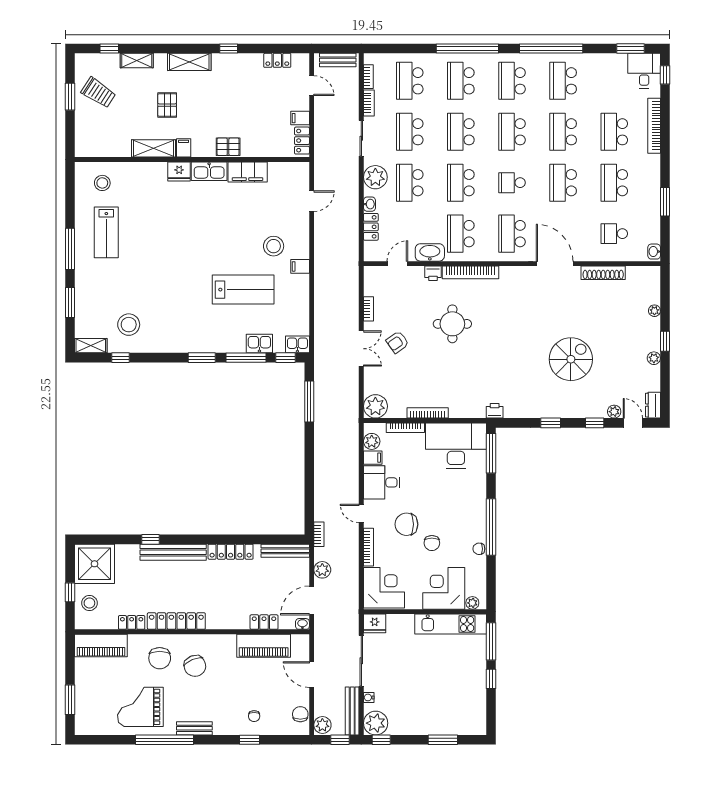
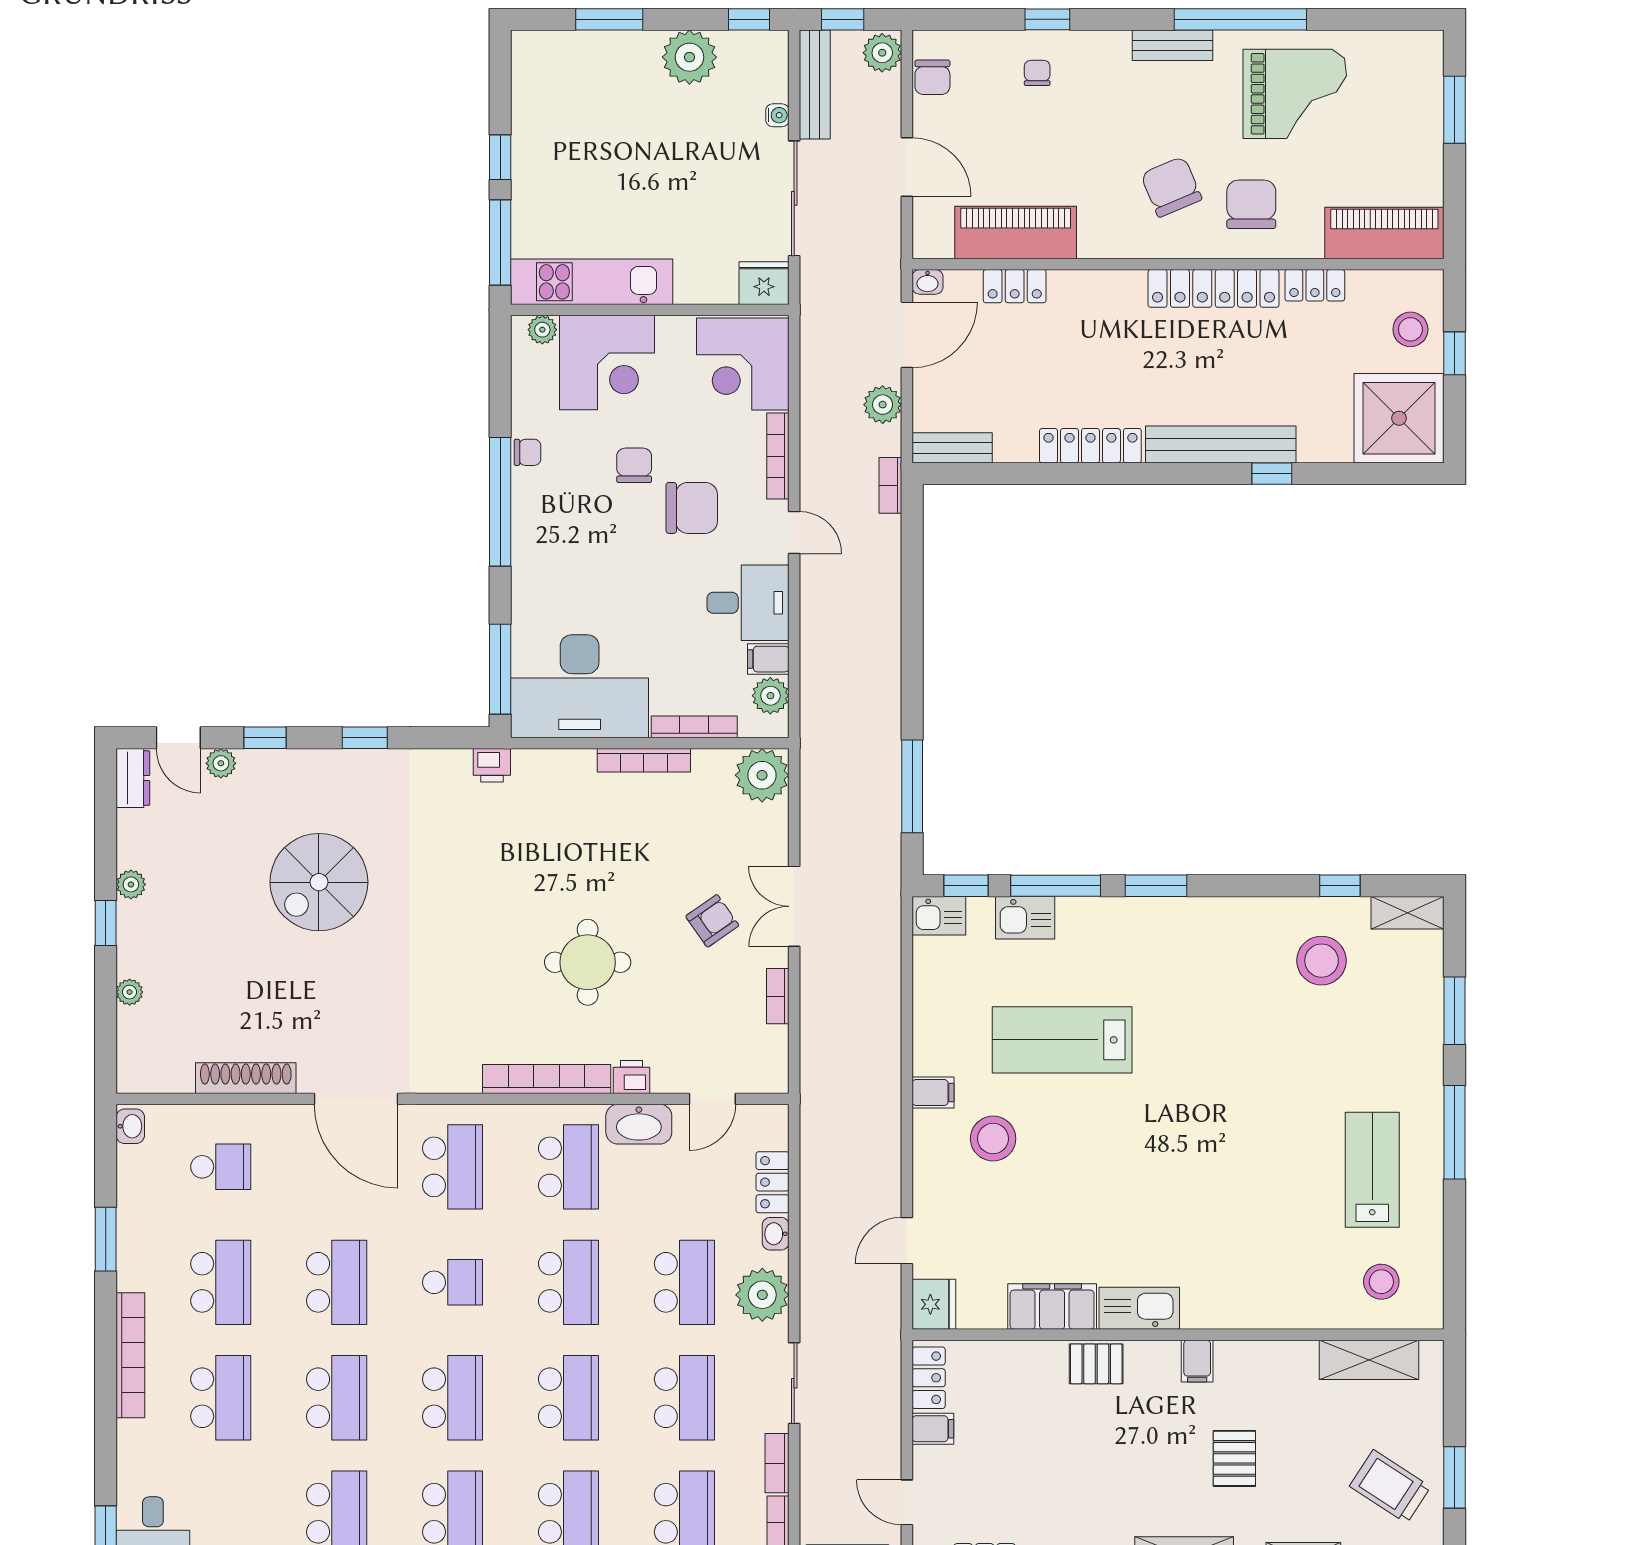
bookcase: (654, 126) -> (130, 1355), moved
shelving: (153, 148) -> (1369, 1360), moved
fridge: (179, 171) -> (934, 1304), moved, turned 90
bench: (285, 551) -> (952, 448), width x0.73
plant: (376, 723) -> (689, 57), moved

